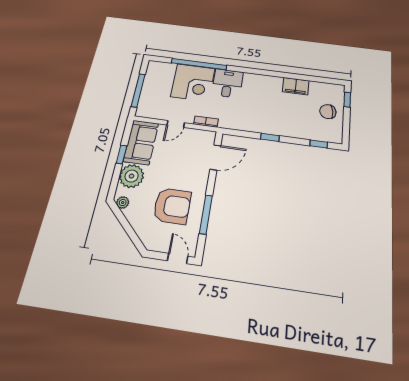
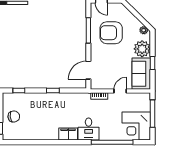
corner desk: (193, 82) -> (136, 126), moved, turned -90
filing cabinet: (296, 86) -> (68, 134), moved

